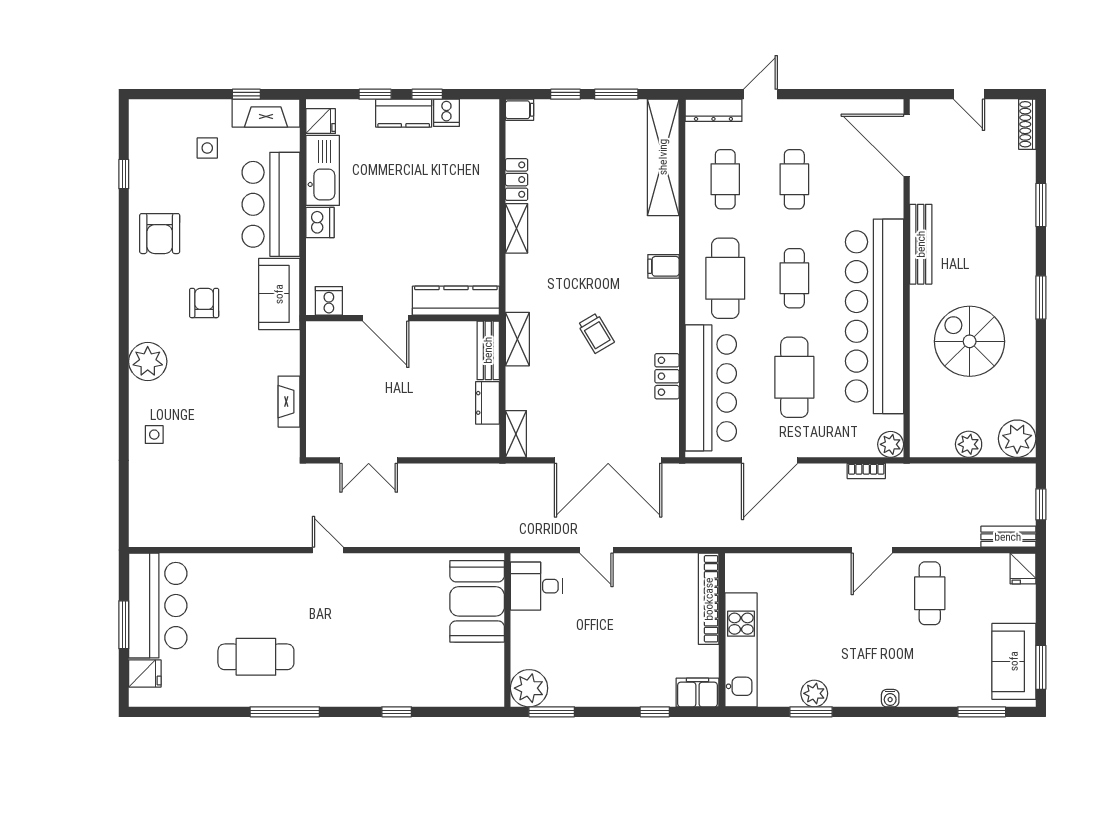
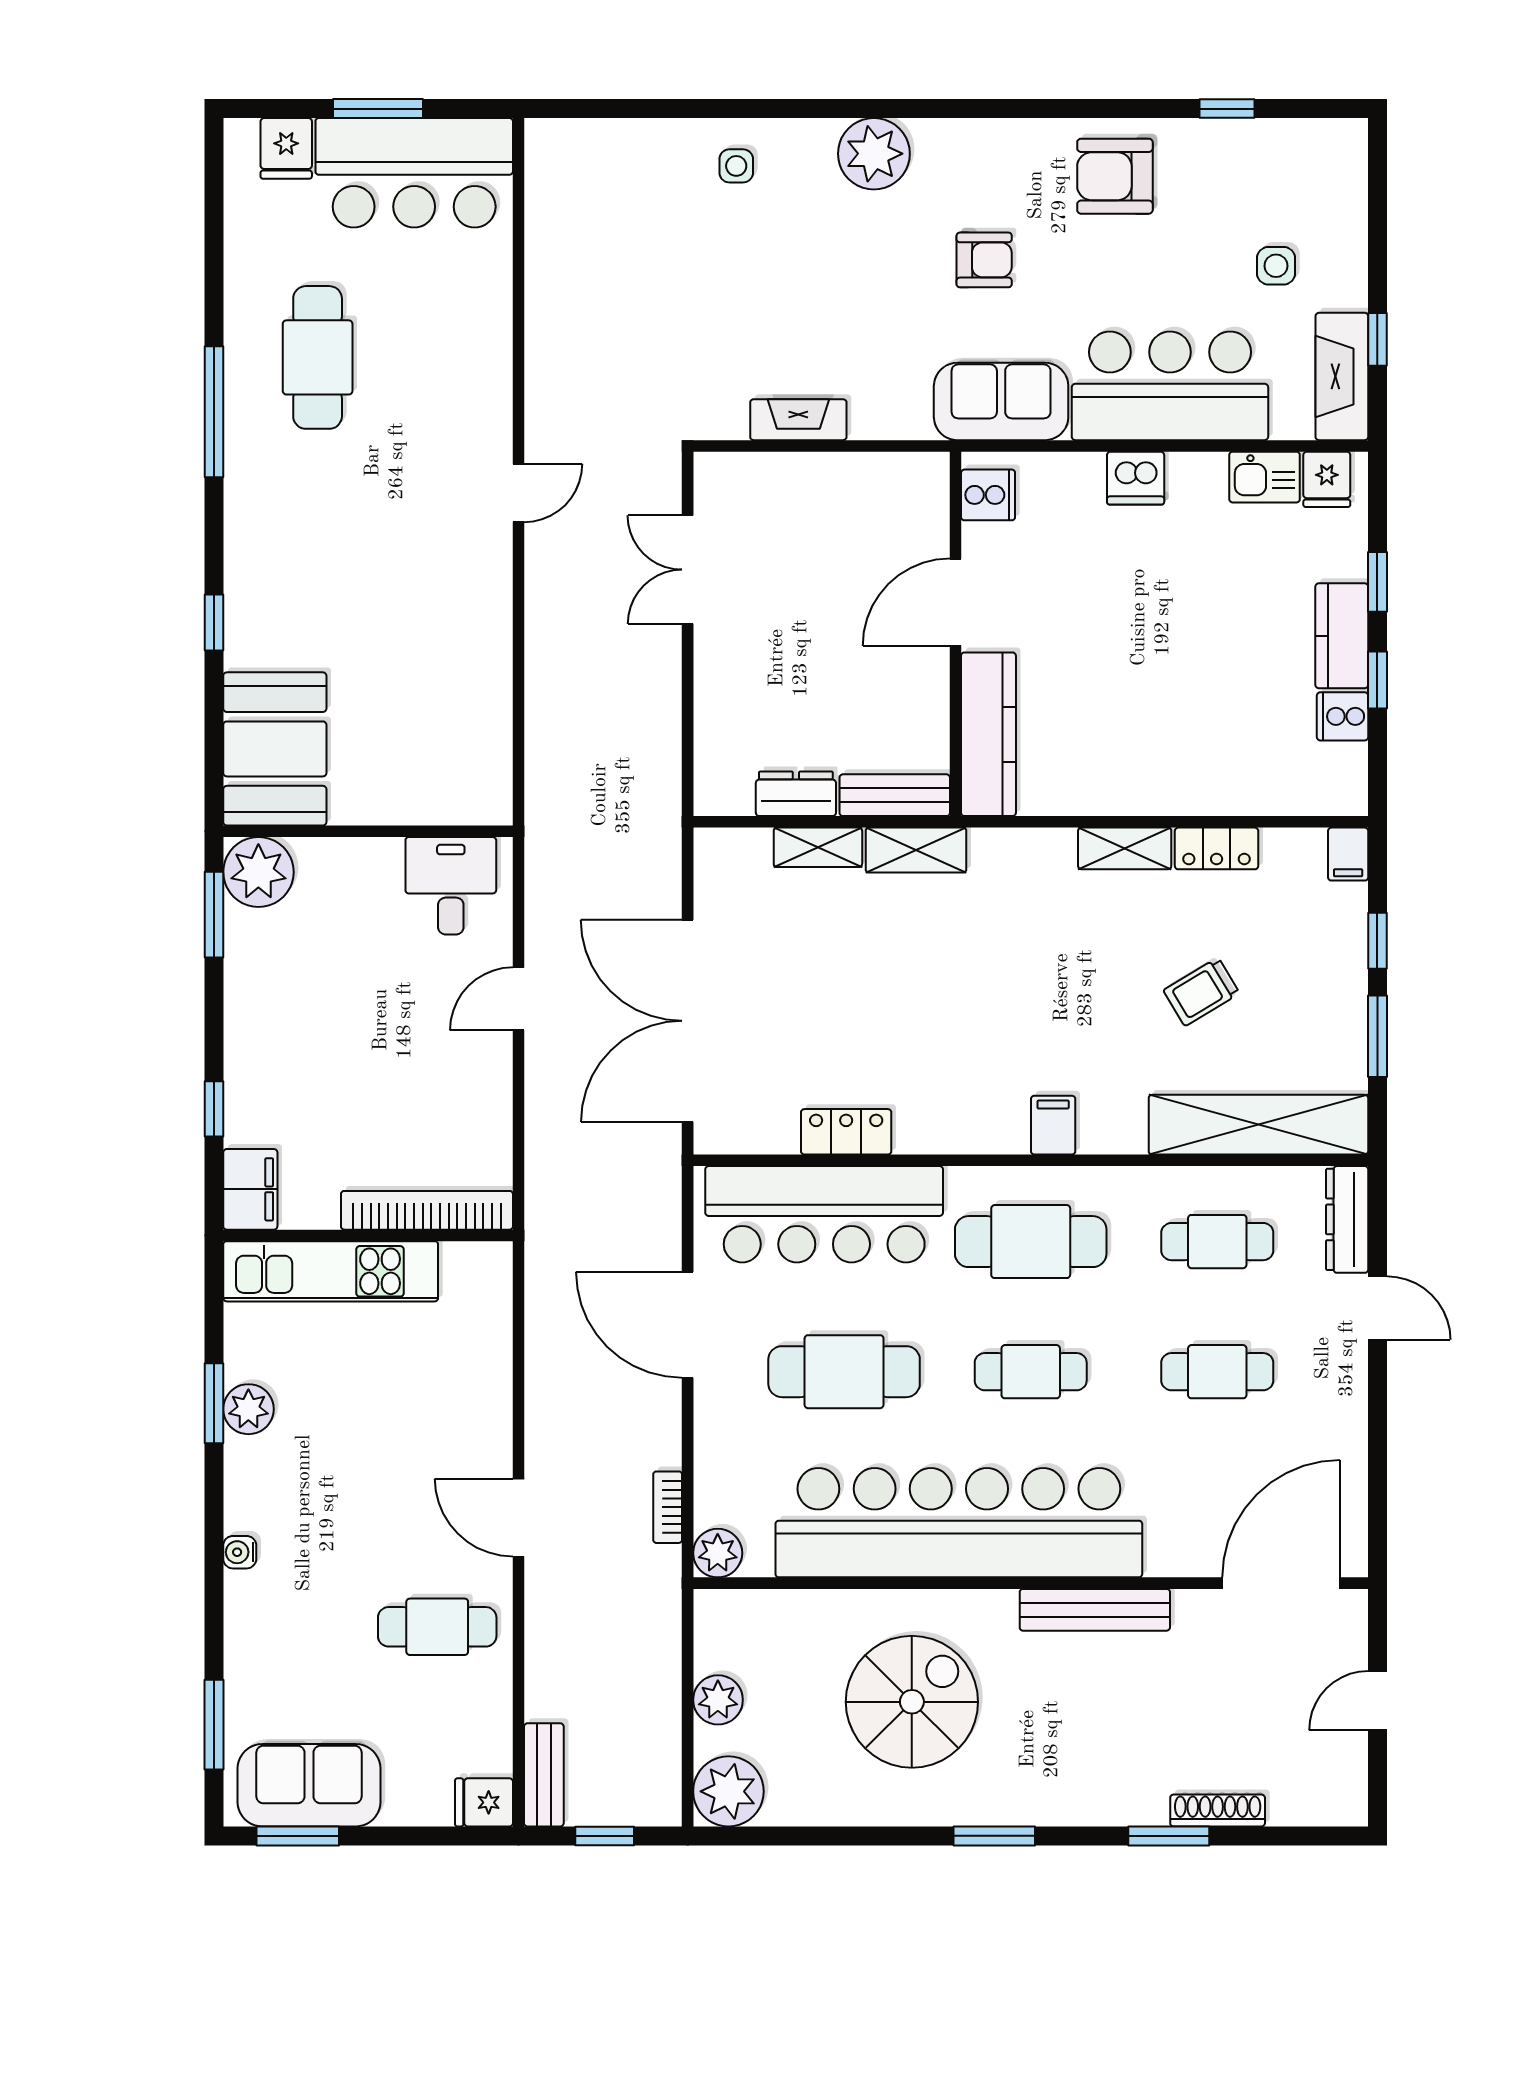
shoe rack: (1027, 124) -> (1218, 1810), moved
kitchen sink: (323, 170) -> (1265, 477), width x0.53, depth x0.81
trolley: (596, 333) -> (1201, 992), moved
shelving: (516, 434) -> (818, 847), moved
booth: (477, 601) -> (275, 749), moved, turned 90

